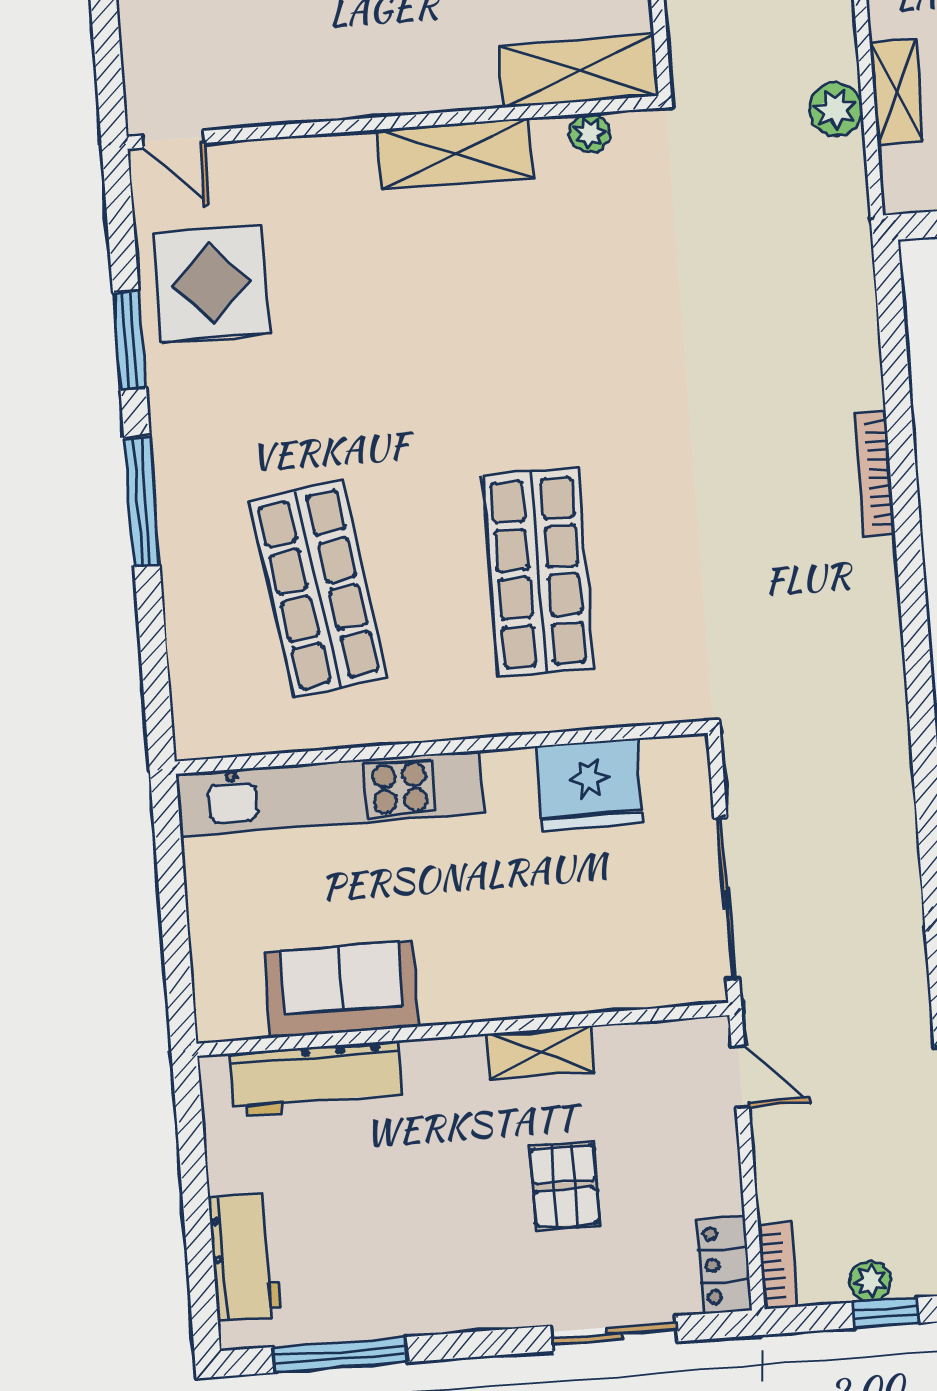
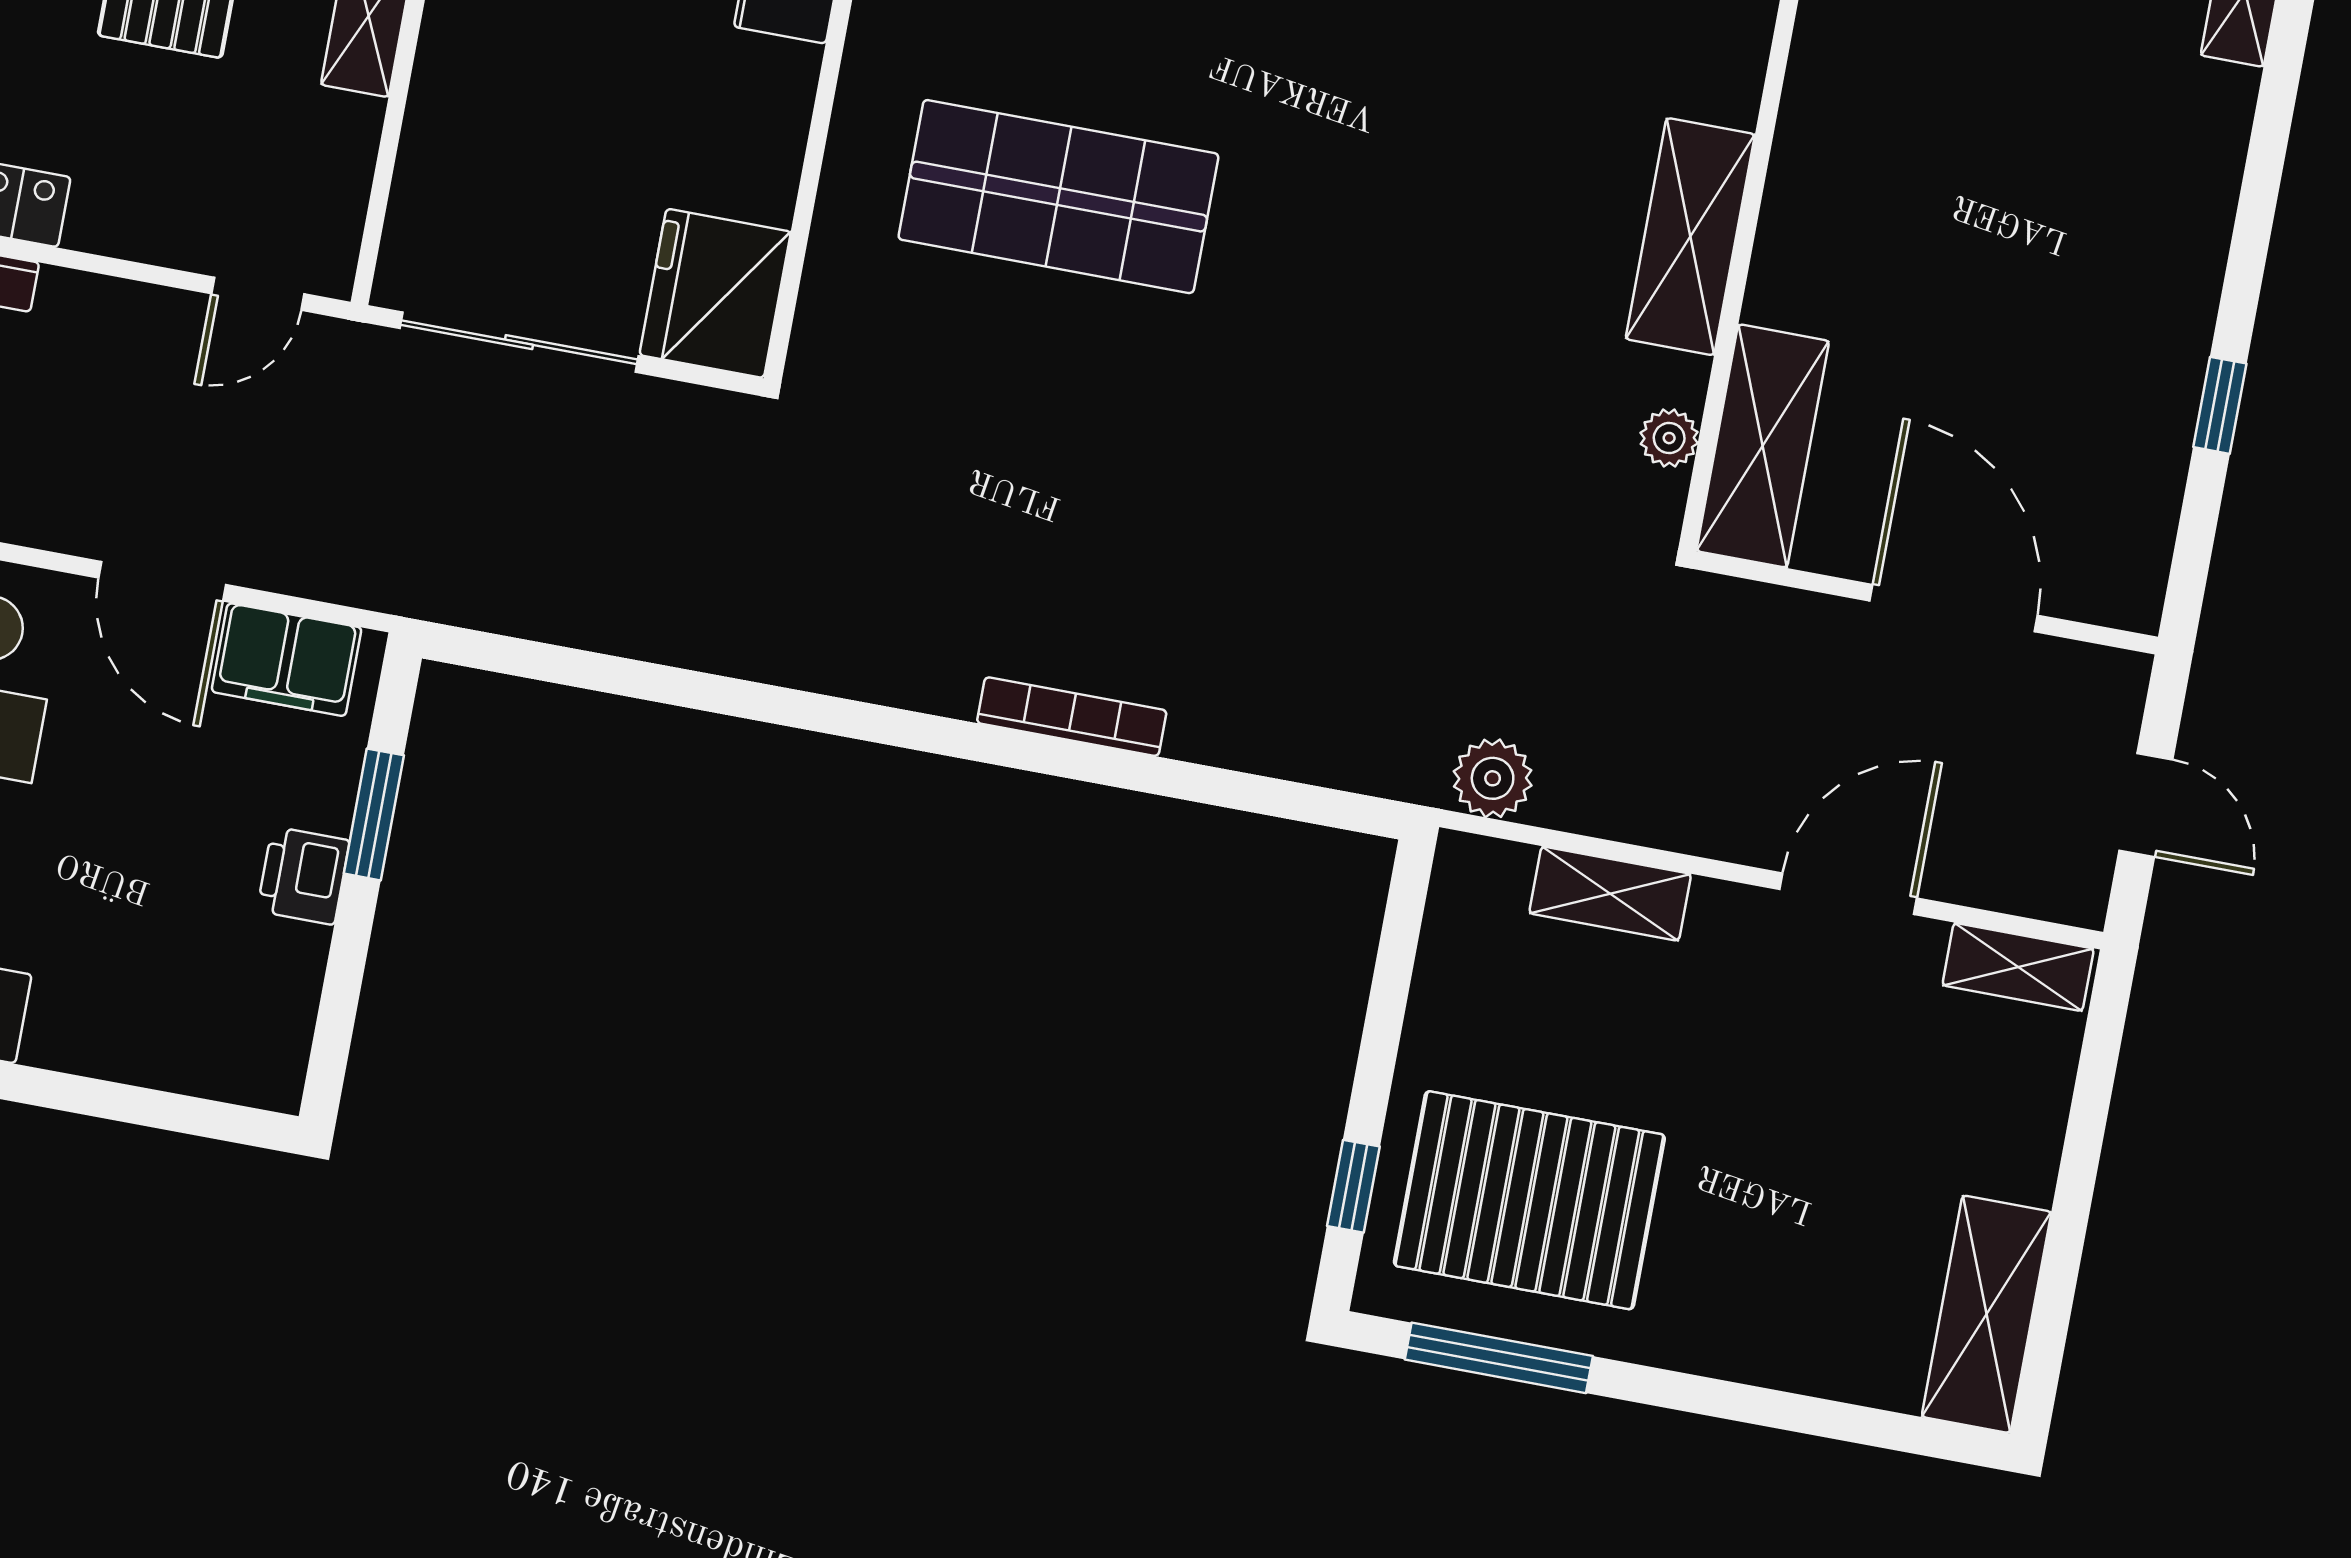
plant: (836, 109) -> (1493, 778), moved
fridge: (590, 785) -> (715, 293), moved

